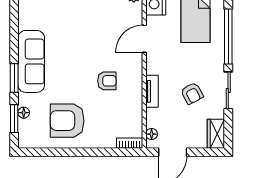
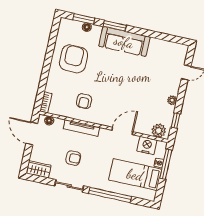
door: (144, 39) -> (122, 131), hinge flipped
armchair: (107, 81) -> (84, 101), moved
tv unit: (152, 91) -> (81, 128), width x1.41
armchair: (192, 93) -> (73, 158), turned -152

